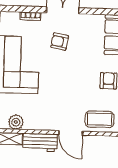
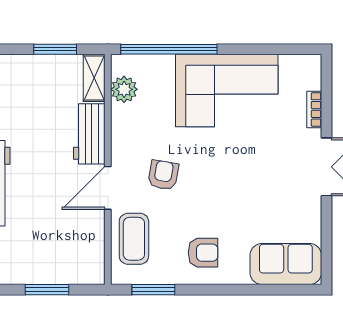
armchair: (60, 42) -> (163, 175), moved

